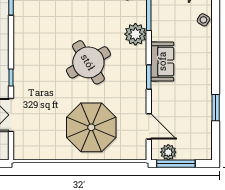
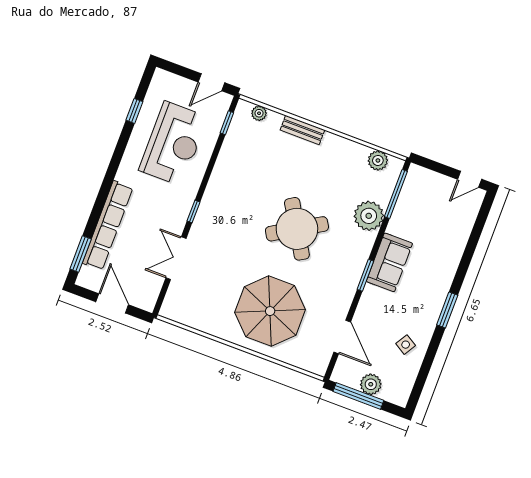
side table: (203, 20) -> (406, 345), moved
window: (216, 108) -> (447, 310), moved
plant: (168, 152) -> (371, 384), moved

